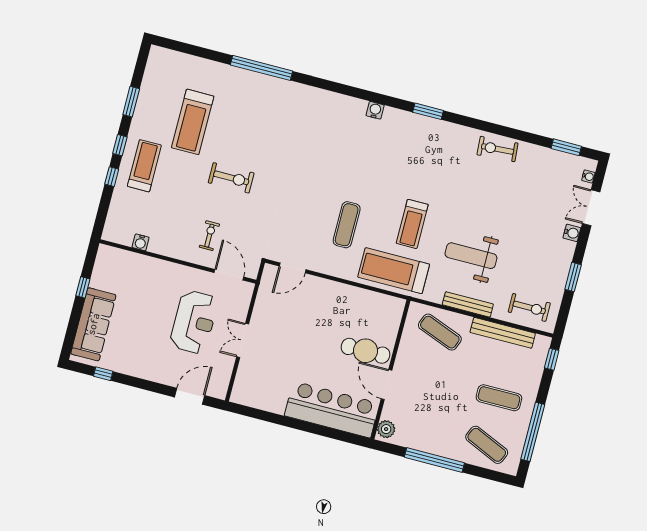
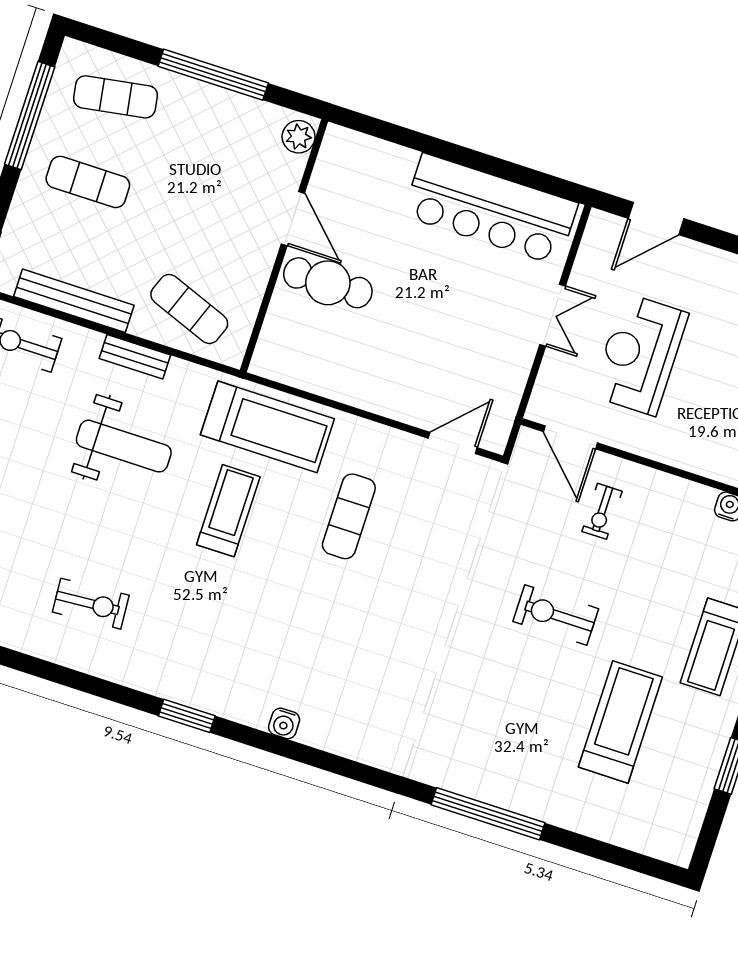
exercise bike: (498, 149) -> (91, 604), moved
bench: (468, 304) -> (135, 357), width x0.73
bar counter: (332, 410) -> (490, 209), moved
exercise mat: (487, 445) -> (116, 97), turned -33

